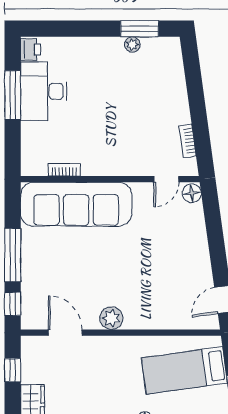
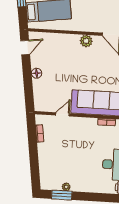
door: (166, 179) -> (62, 114), moved
floor lamp: (192, 193) -> (37, 73), moved

